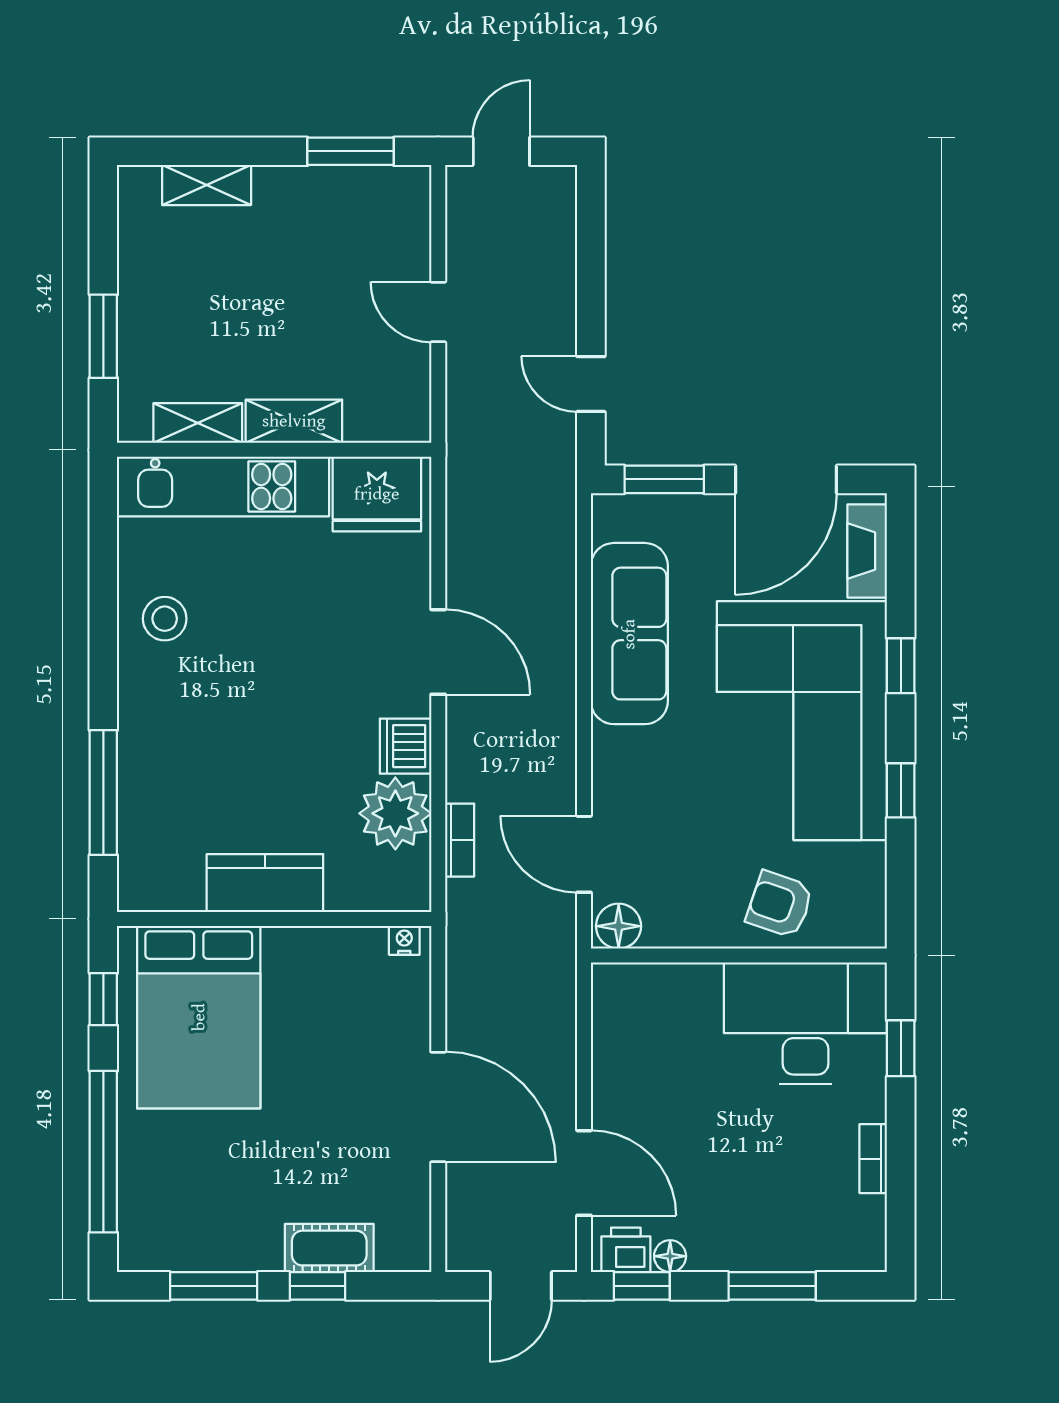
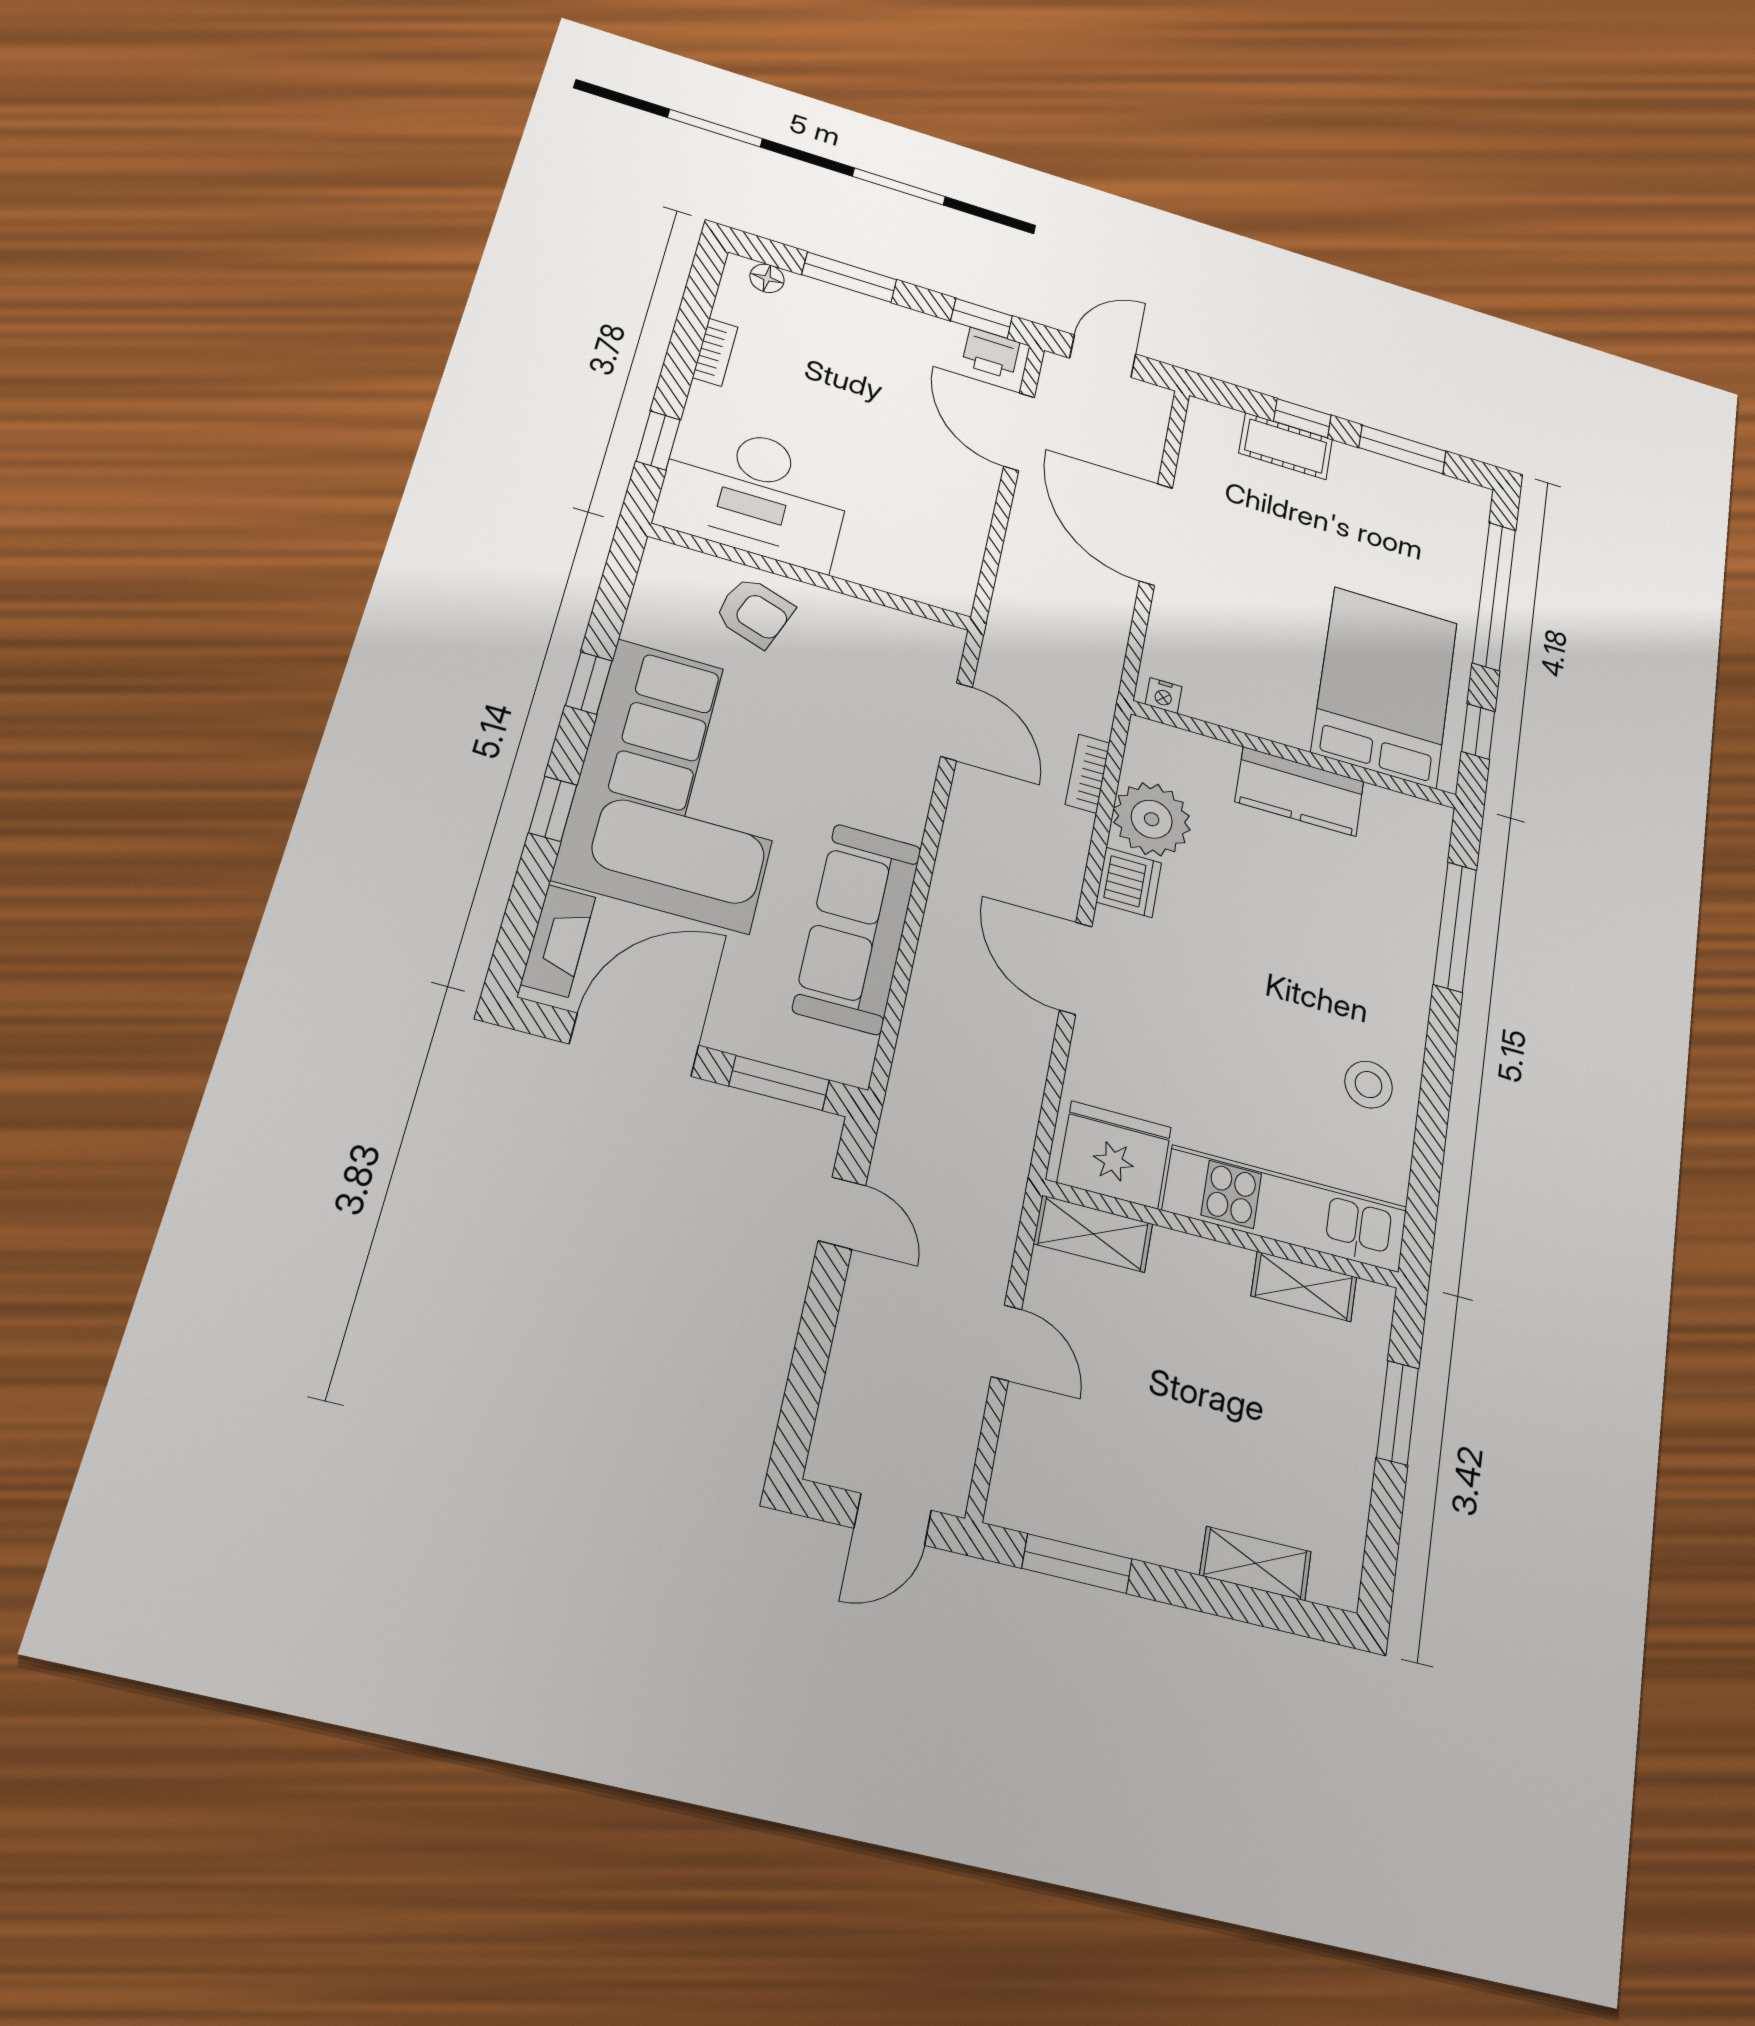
shelving: (294, 421) -> (1093, 1234), moved
floor lamp: (619, 926) -> (934, 643), removed
floor lamp: (670, 1256) -> (767, 278), moved

